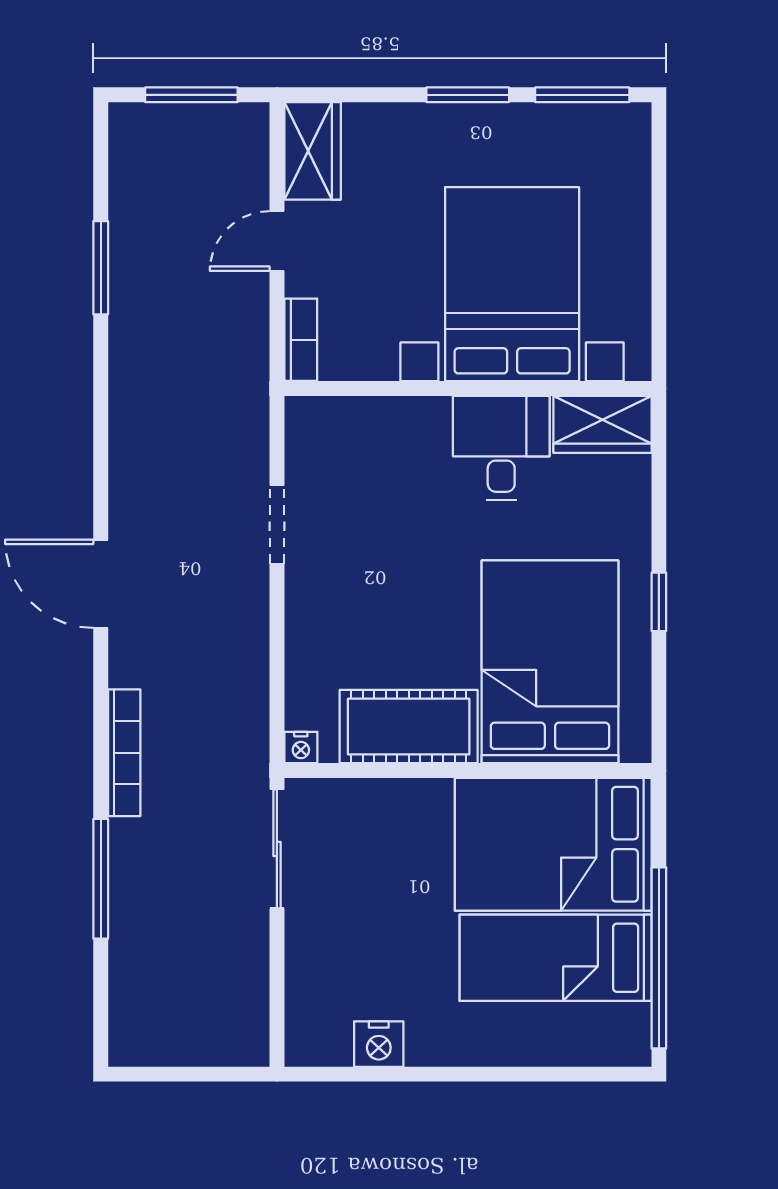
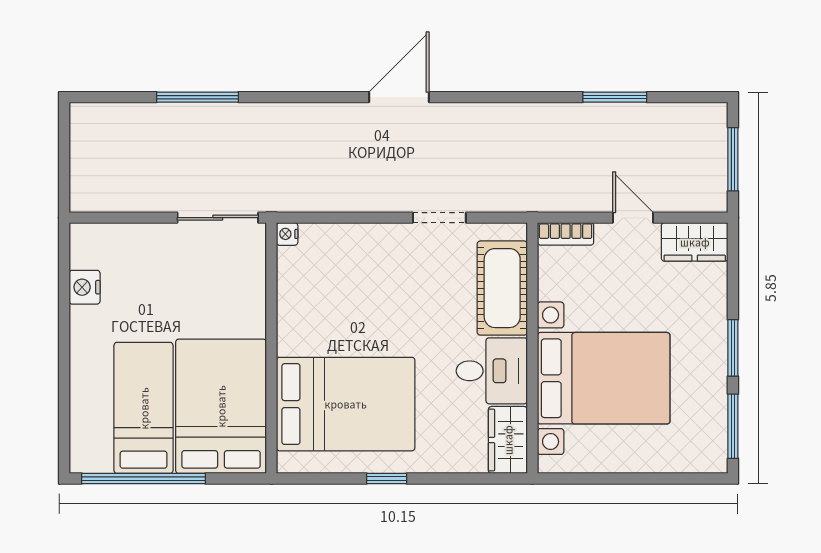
cot: (409, 727) -> (502, 288), moved
bookcase: (124, 753) -> (284, 113), removed

